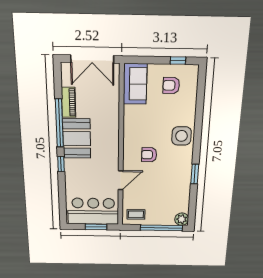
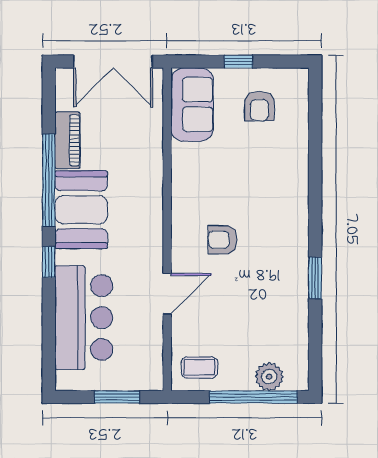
window: (178, 61) -> (239, 62), moved
armchair: (171, 85) -> (259, 106), turned -90
side table: (182, 136) -> (284, 201), removed
bar counter: (93, 211) -> (84, 318), moved, turned 90
plant: (182, 219) -> (269, 377), moved

